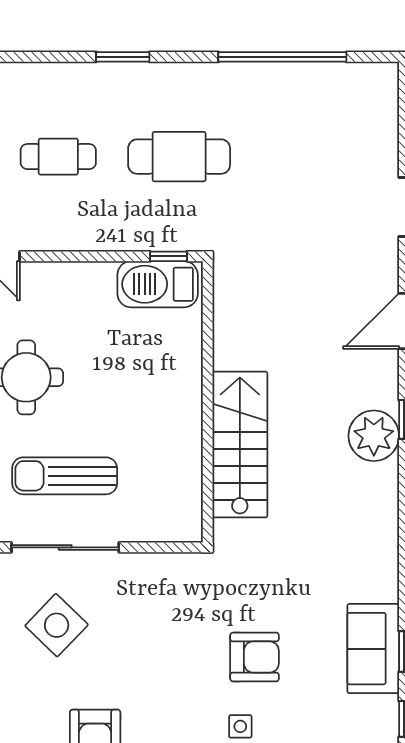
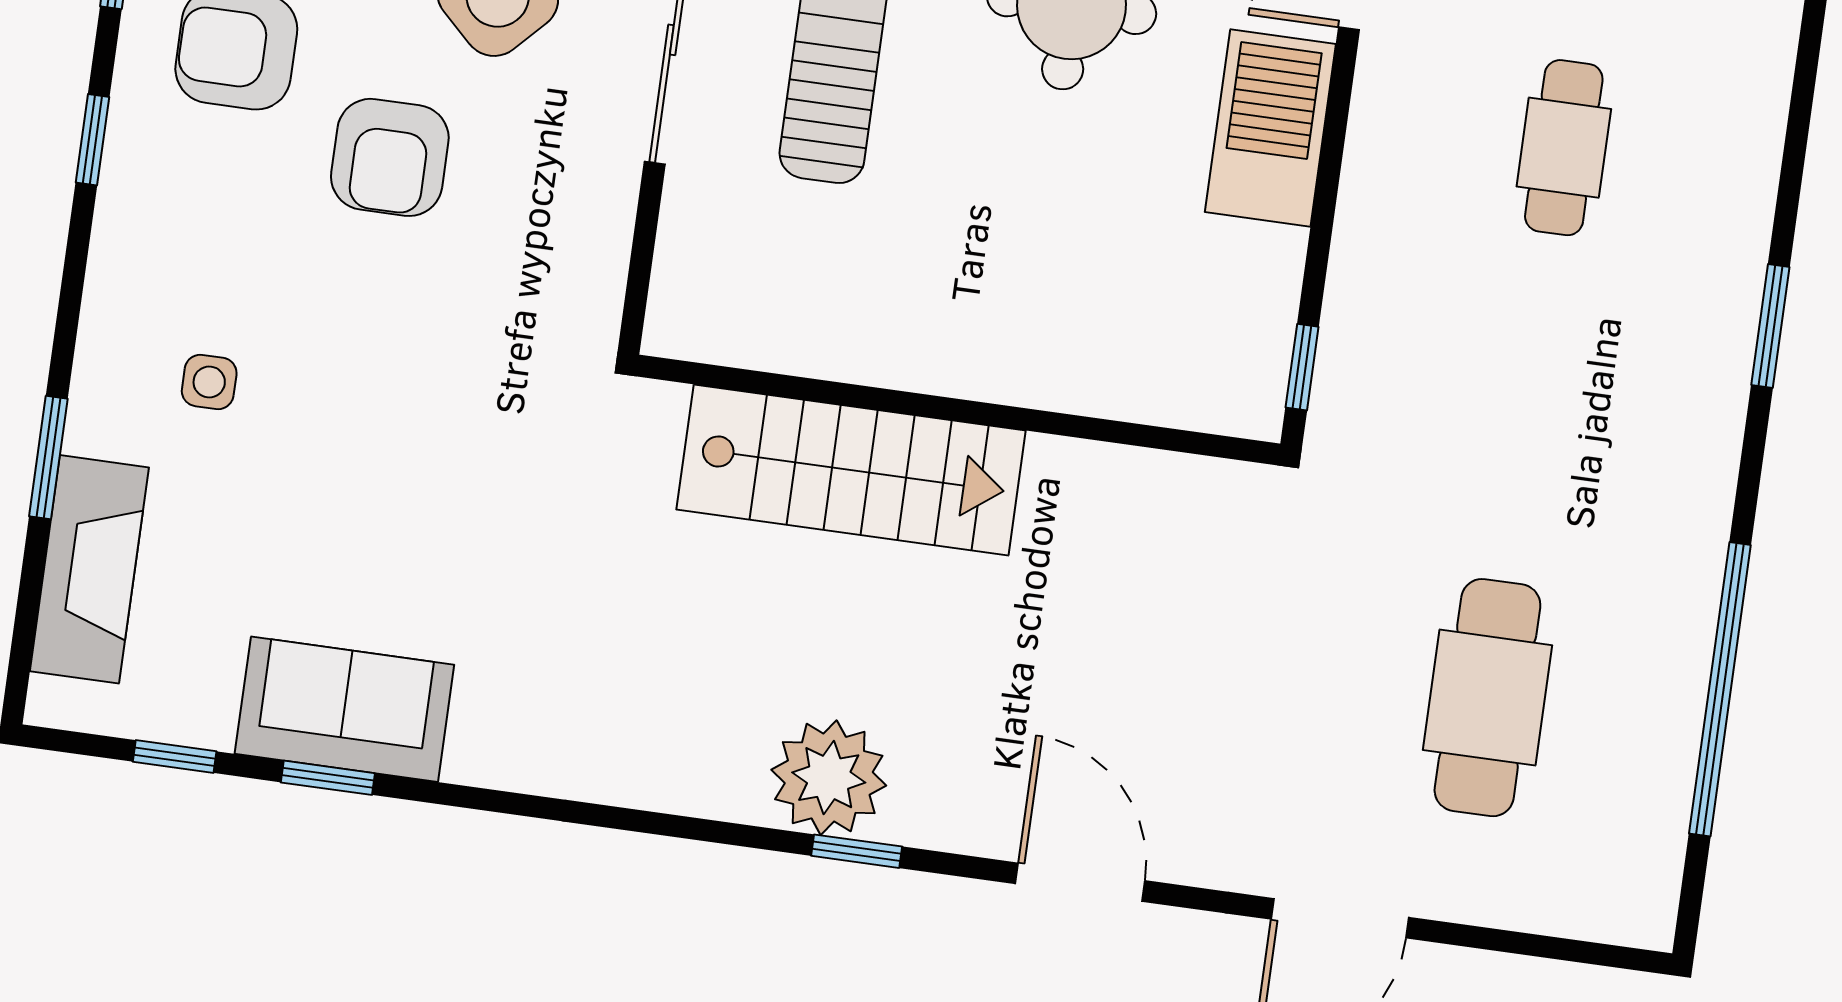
cafe table: (179, 157) -> (1487, 698), moved
barbecue: (158, 284) -> (1270, 128), moved
armchair: (255, 657) -> (390, 157), moved

